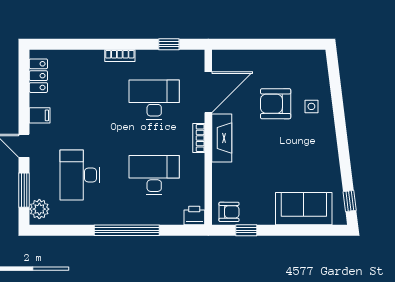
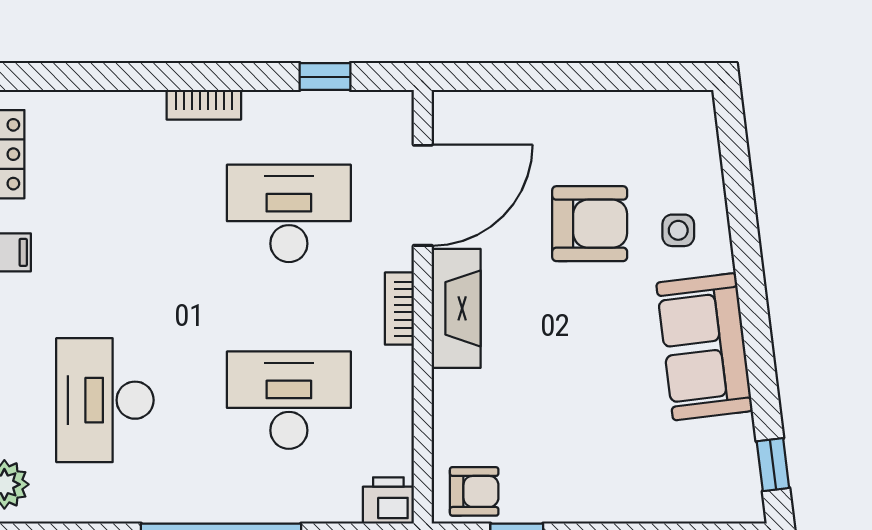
armchair: (276, 104) -> (590, 224), turned 180
sofa: (304, 209) -> (704, 347), moved, turned -97

